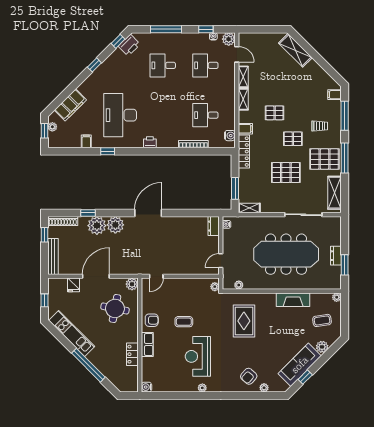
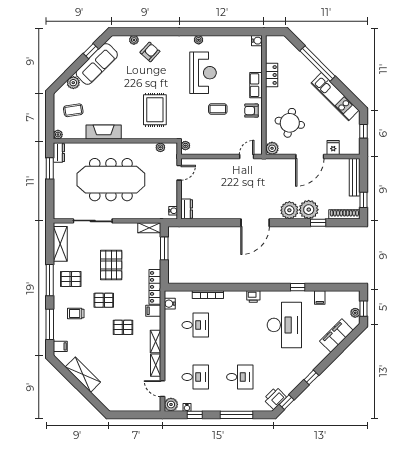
shelving: (295, 50) -> (83, 375), moved
pallet: (324, 159) -> (71, 279), width x0.67, depth x0.71
pallet: (286, 173) -> (111, 265), turned 90
dresser: (336, 256) -> (59, 153), moved

